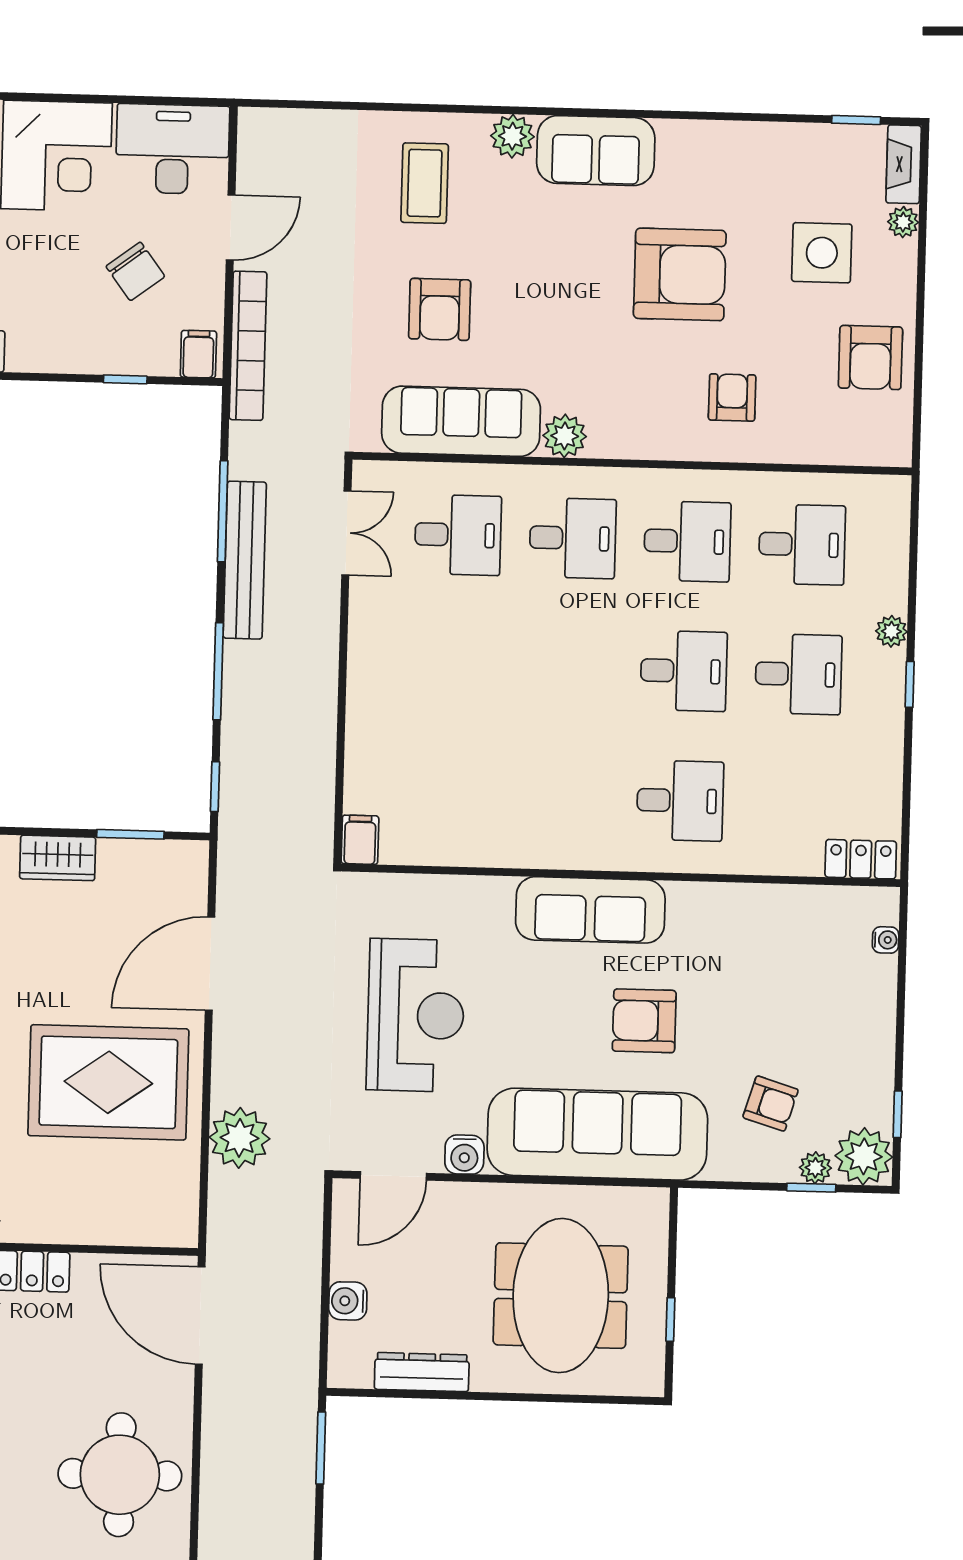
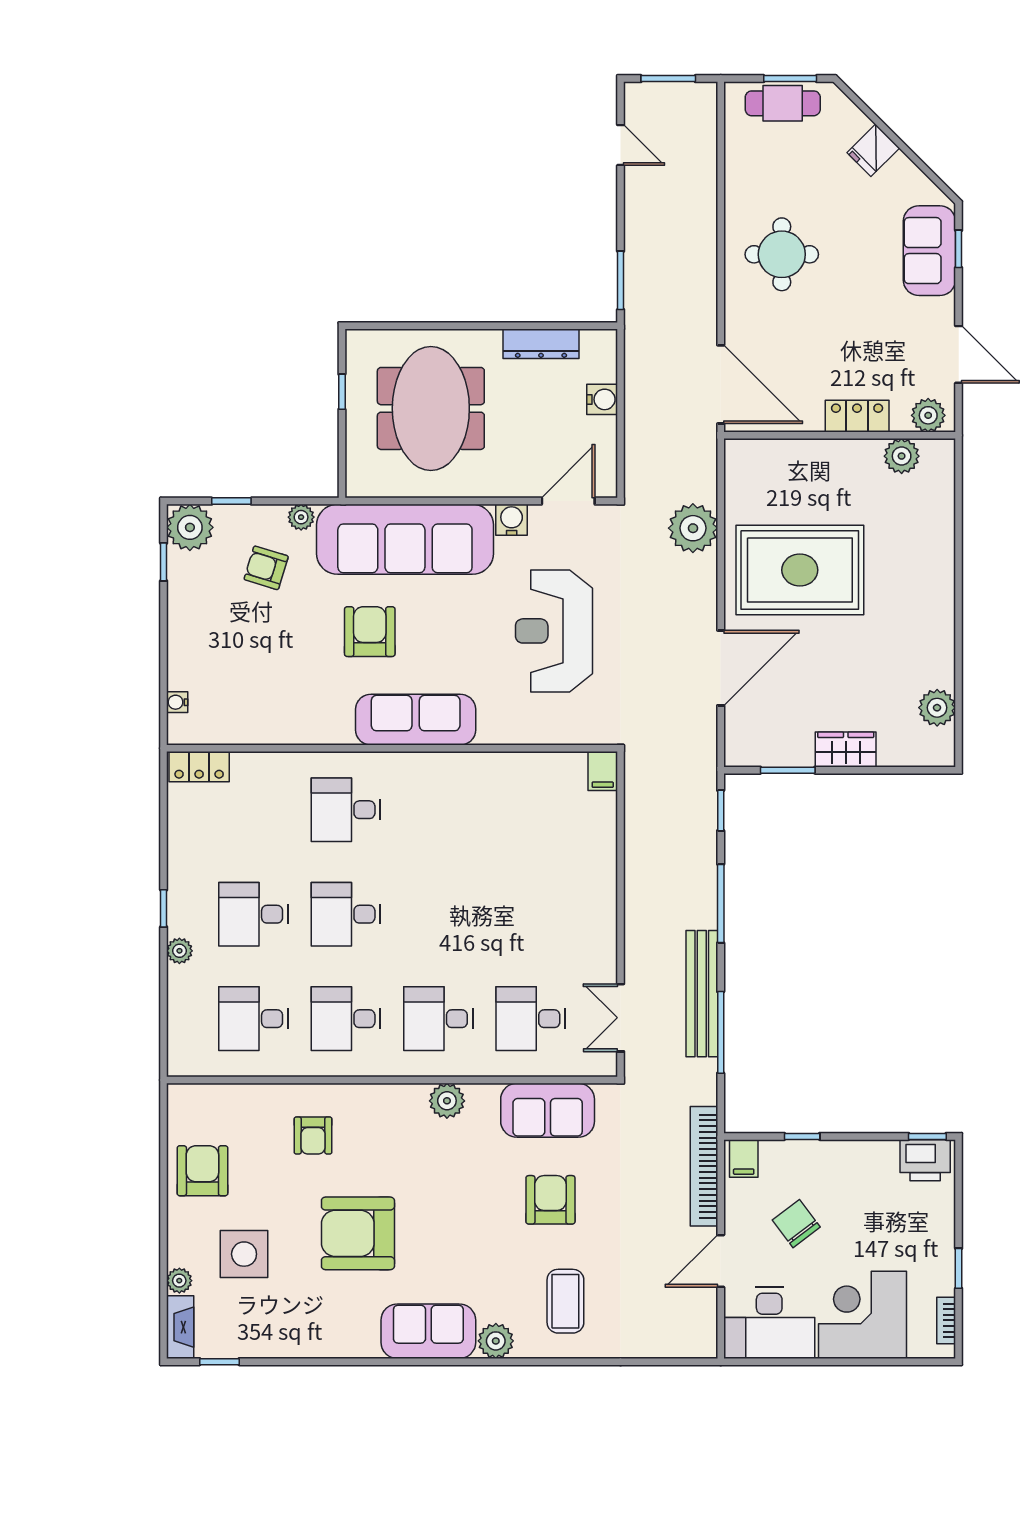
sofa: (461, 421) -> (548, 1110), width x0.73
armchair: (644, 1021) -> (370, 632), turned -90
plant: (815, 1168) -> (301, 517), moved
round table: (120, 1475) -> (782, 254), width x0.73, depth x0.73

